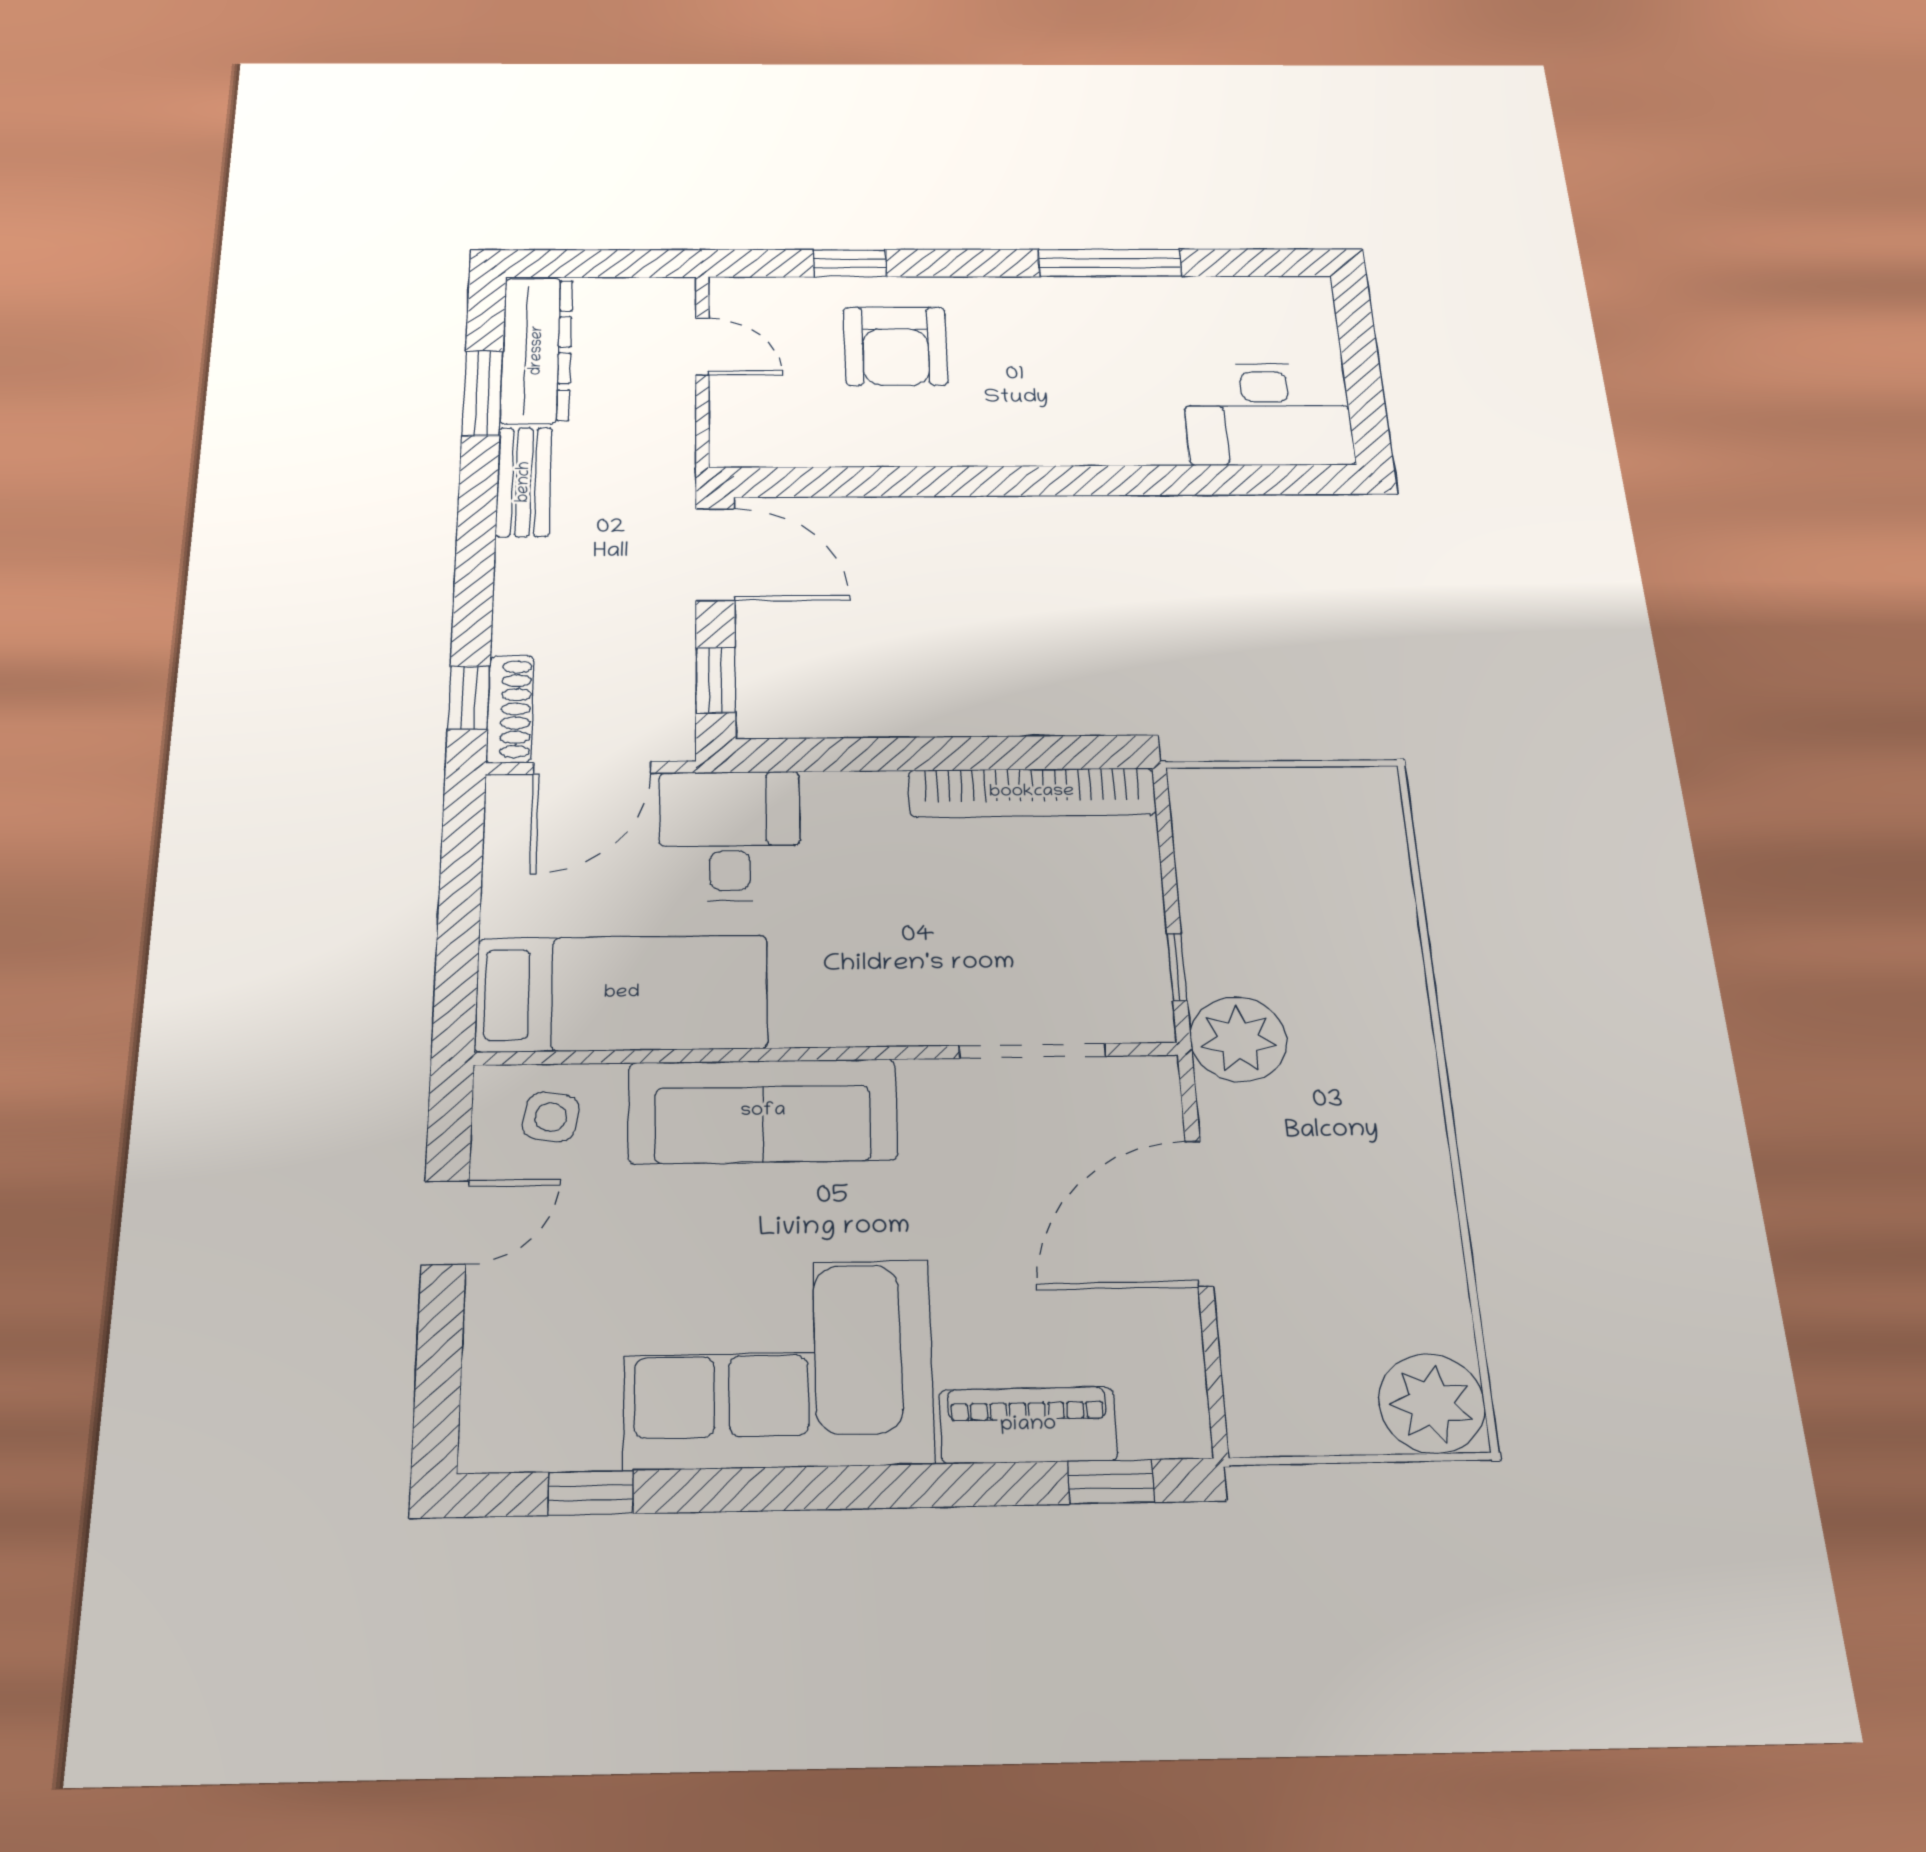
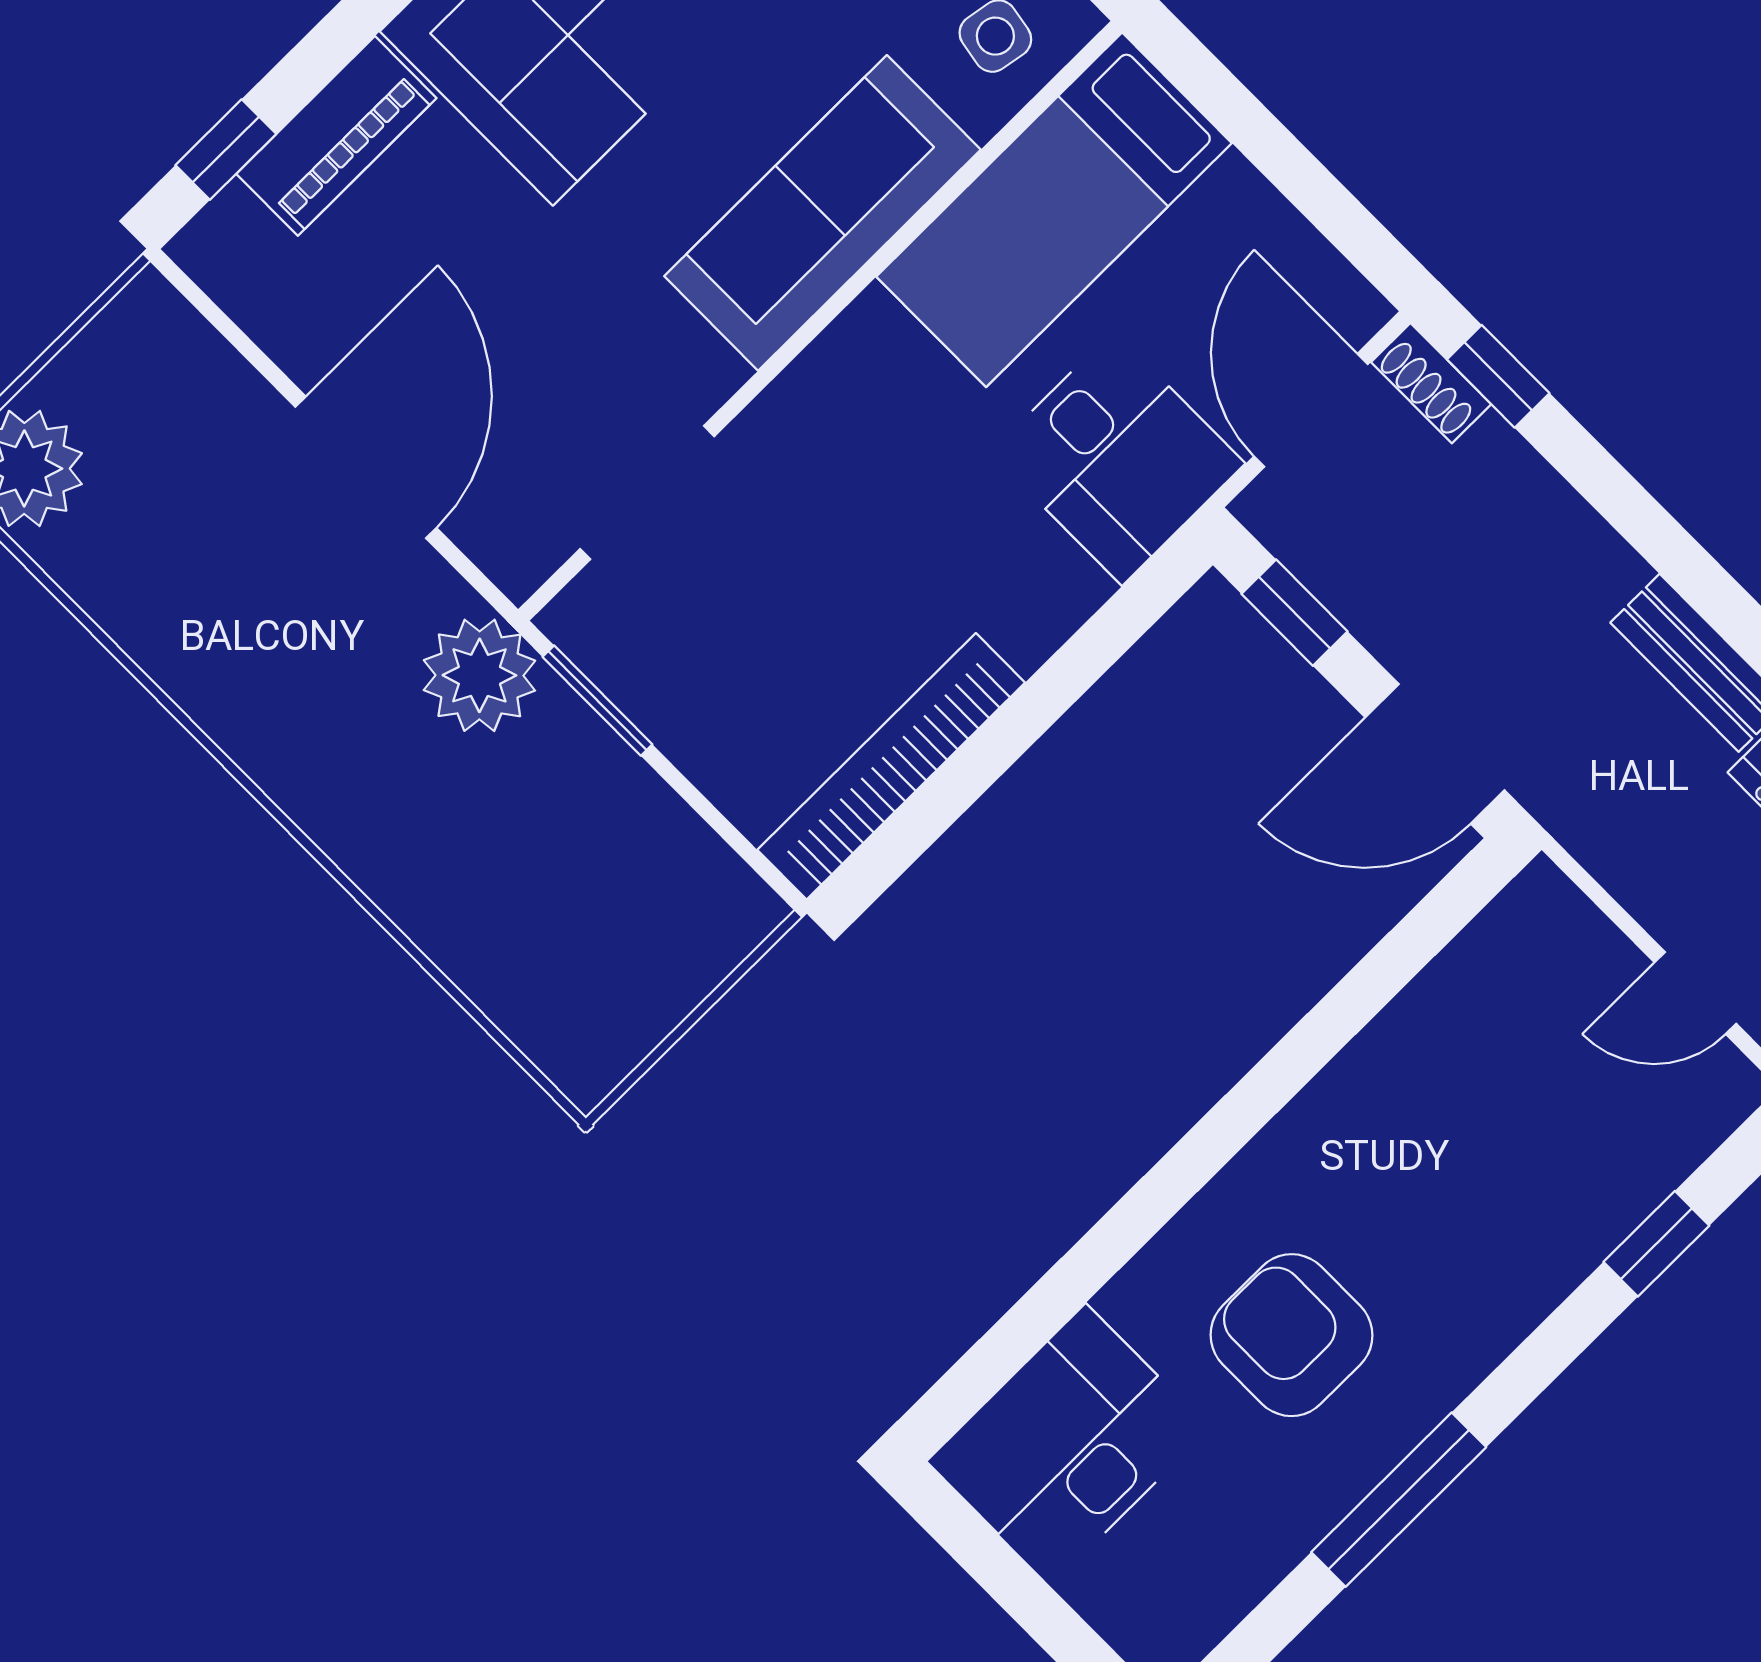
armchair: (895, 346) -> (1291, 1335), moved
shoe rack: (510, 709) -> (1431, 383), width x0.70
window: (1177, 967) -> (597, 701), width x1.50

